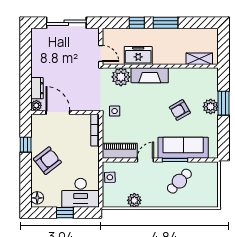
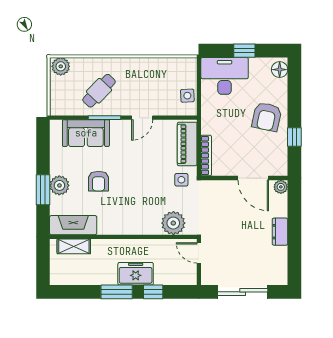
freezer: (138, 56) -> (136, 274), moved, turned 180
fireplace: (150, 75) -> (73, 225), moved
dresser: (37, 88) -> (280, 232), moved
armchair: (180, 110) -> (99, 181), turned 120
sofa: (183, 148) -> (86, 133), width x0.73
piano: (120, 151) -> (187, 144), moved, turned 90
armchair: (47, 161) -> (267, 117), turned -40
plant: (134, 200) -> (61, 66), moved

